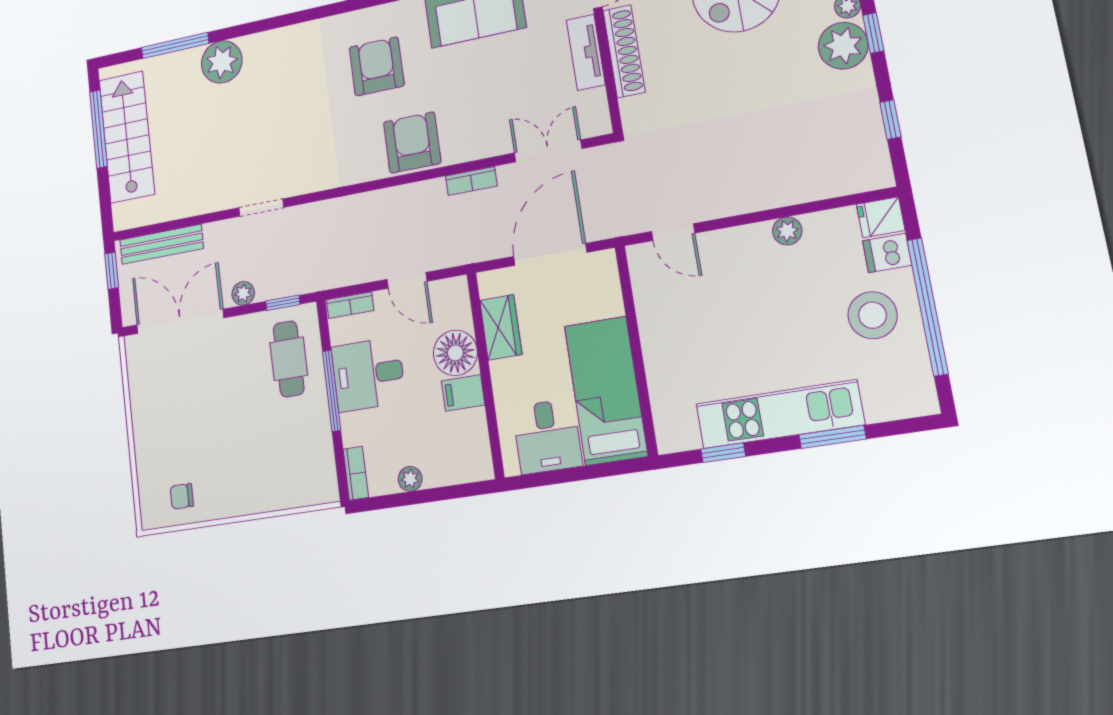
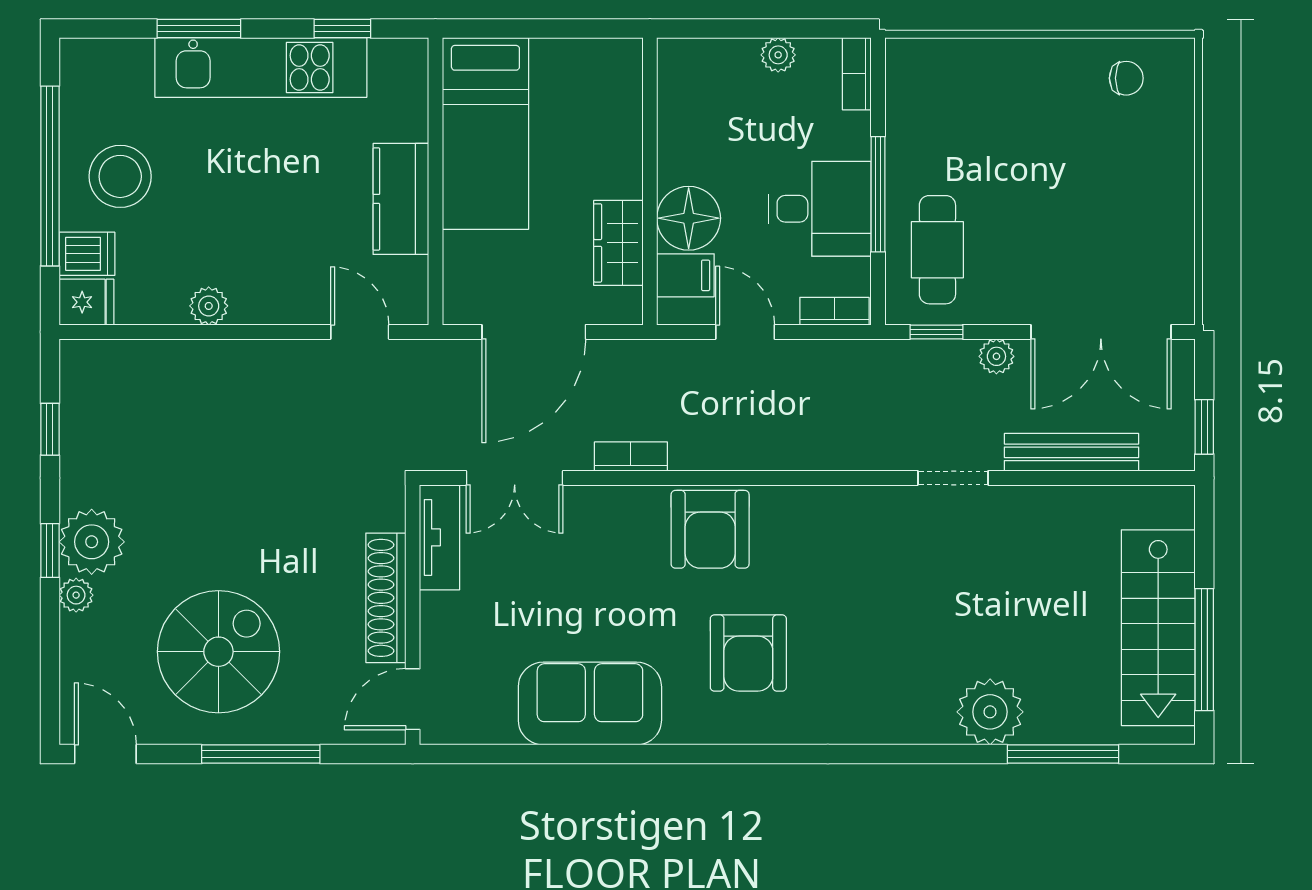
tv unit: (586, 52) -> (440, 537), moved
bench: (162, 244) -> (1072, 452), moved
kitchen counter: (659, 333) -> (401, 199), added
filing cabinet: (463, 393) -> (685, 275), moved
desk: (547, 436) -> (576, 84), removed

